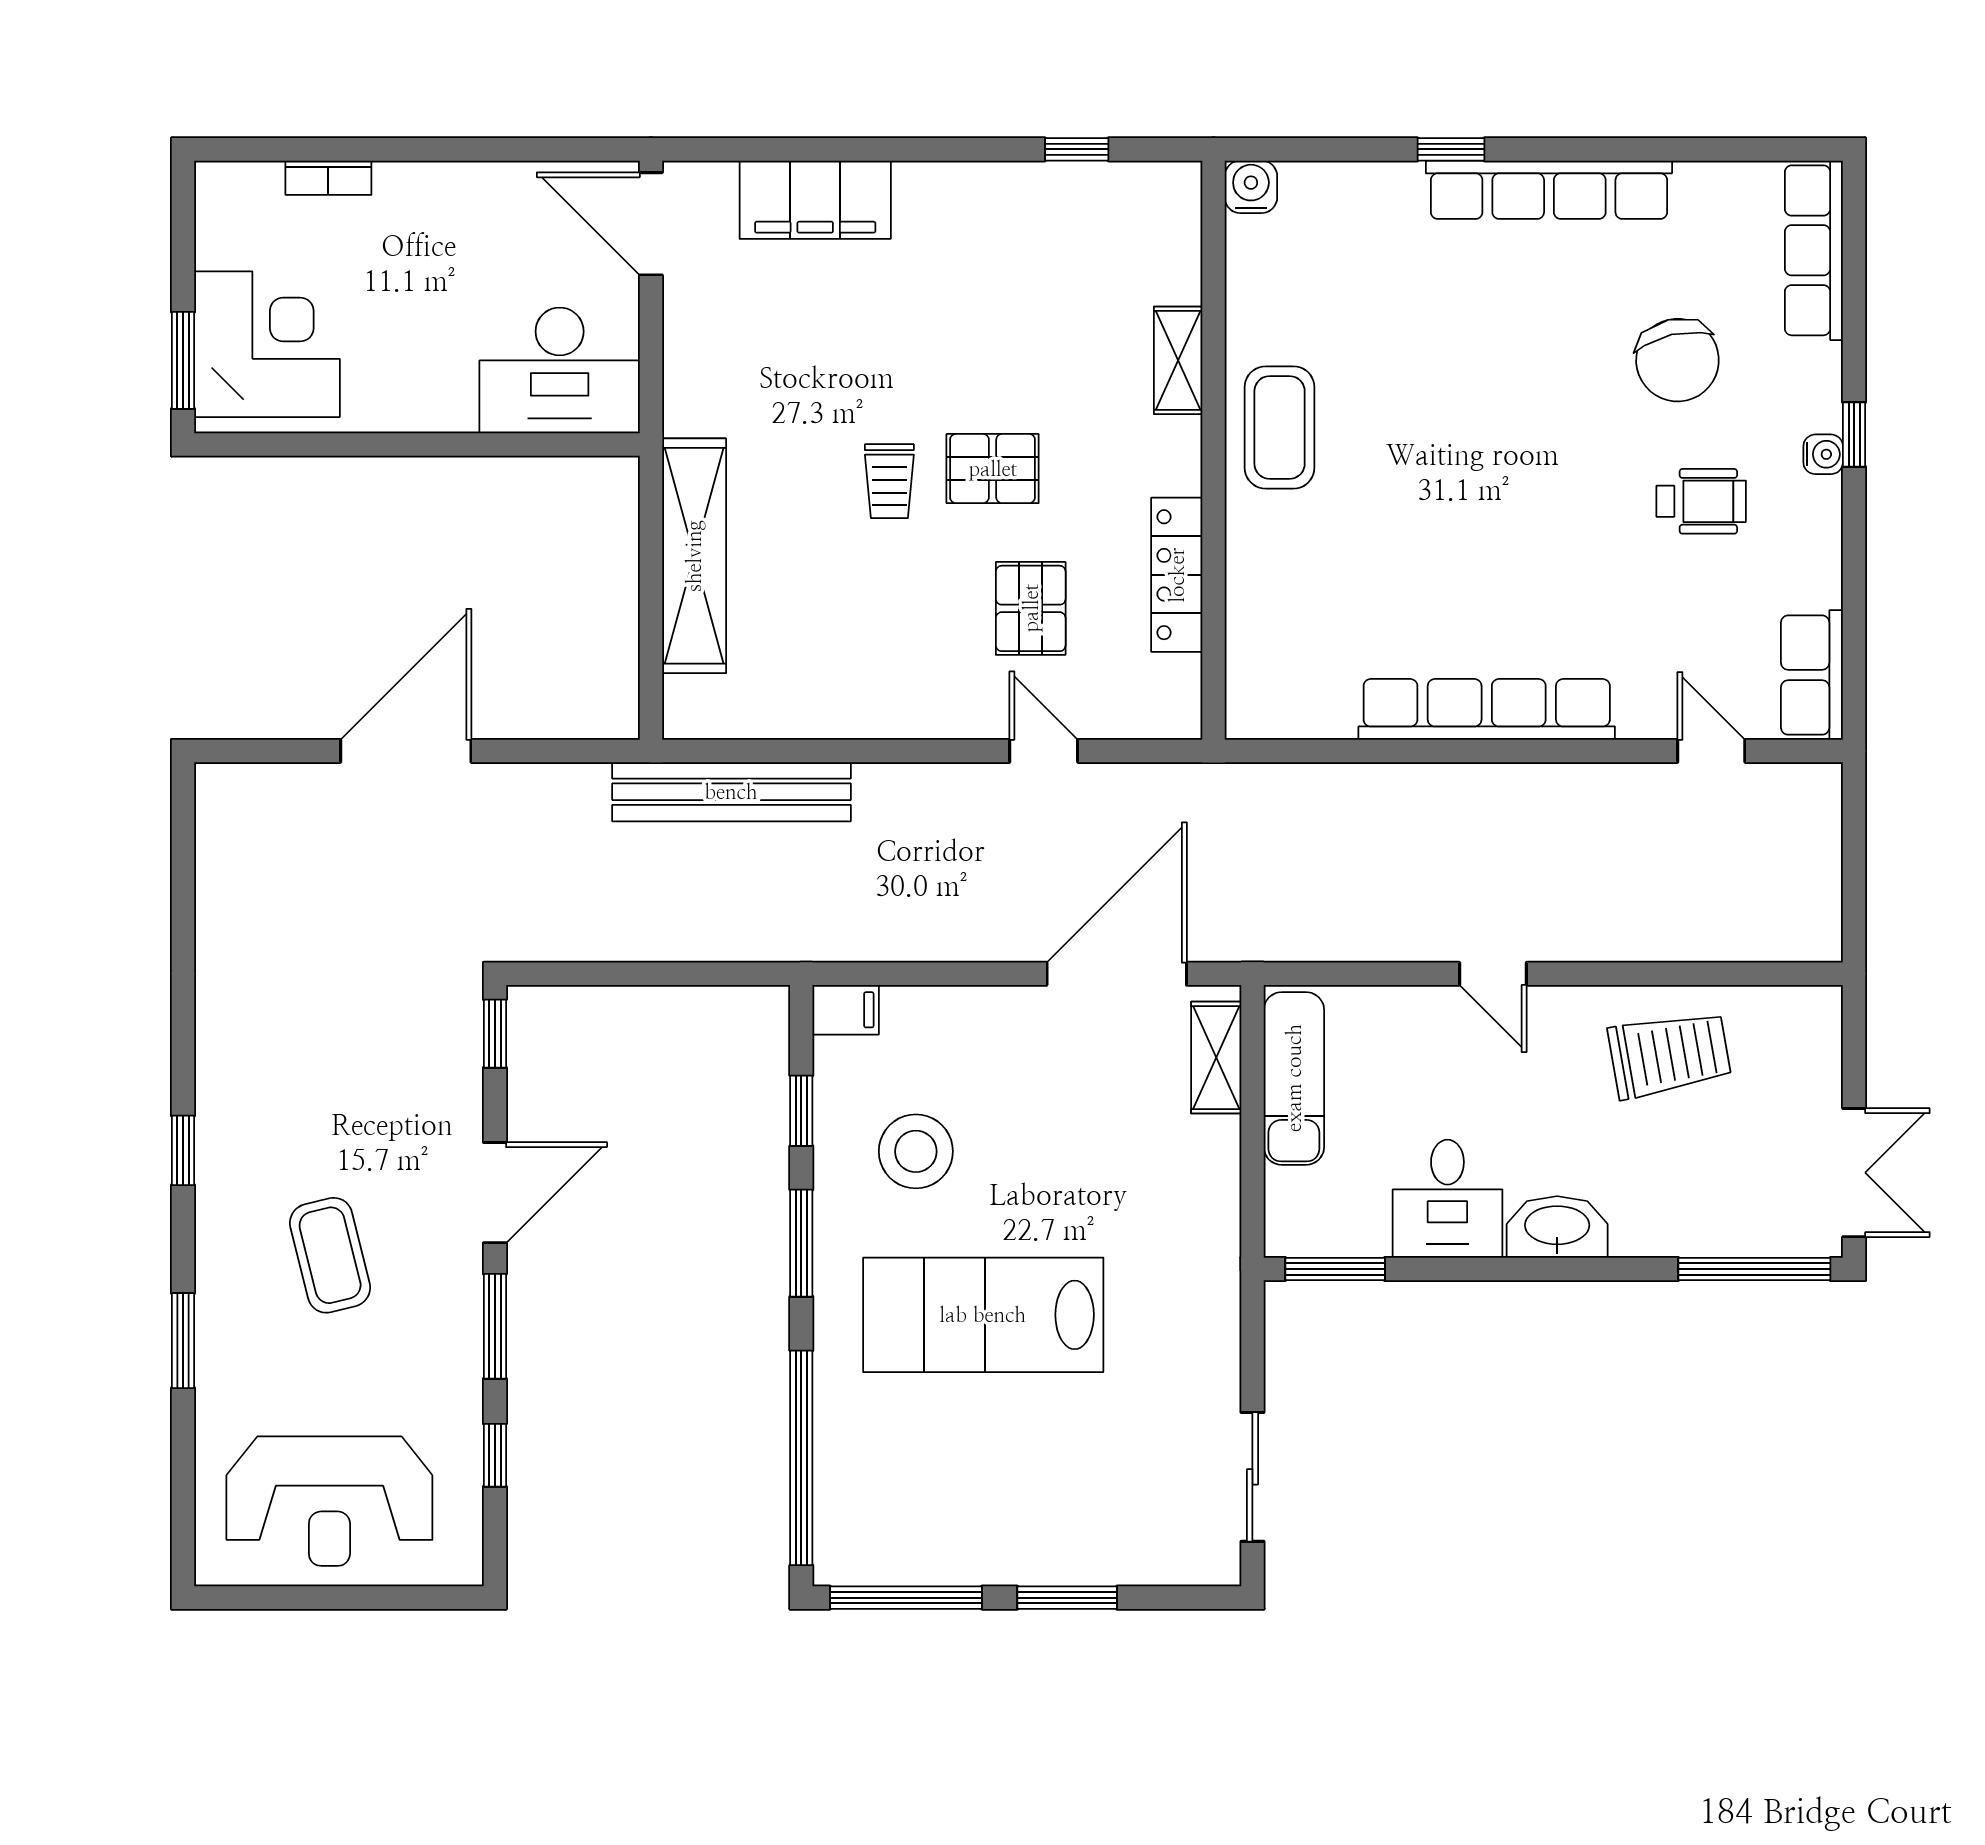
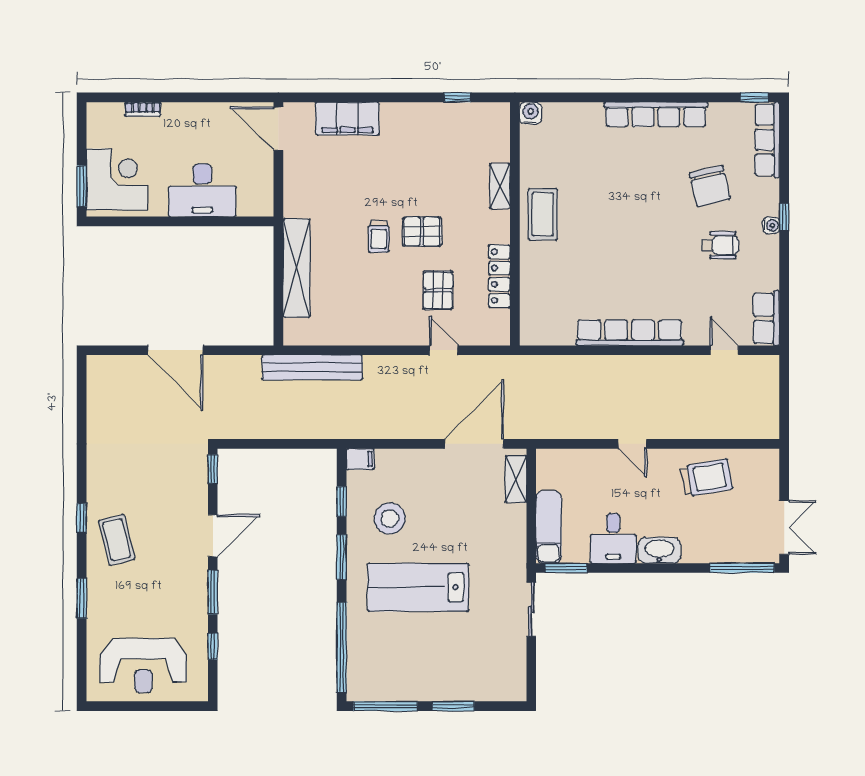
window: (1451, 149) -> (755, 97), moved
desk: (560, 370) -> (202, 190), moved
door: (406, 751) -> (175, 350), swing flipped
exam couch: (1294, 1078) -> (549, 527), moved
coffee table: (330, 1255) -> (117, 540), moved
sliding door: (1252, 1477) -> (531, 609), moved

